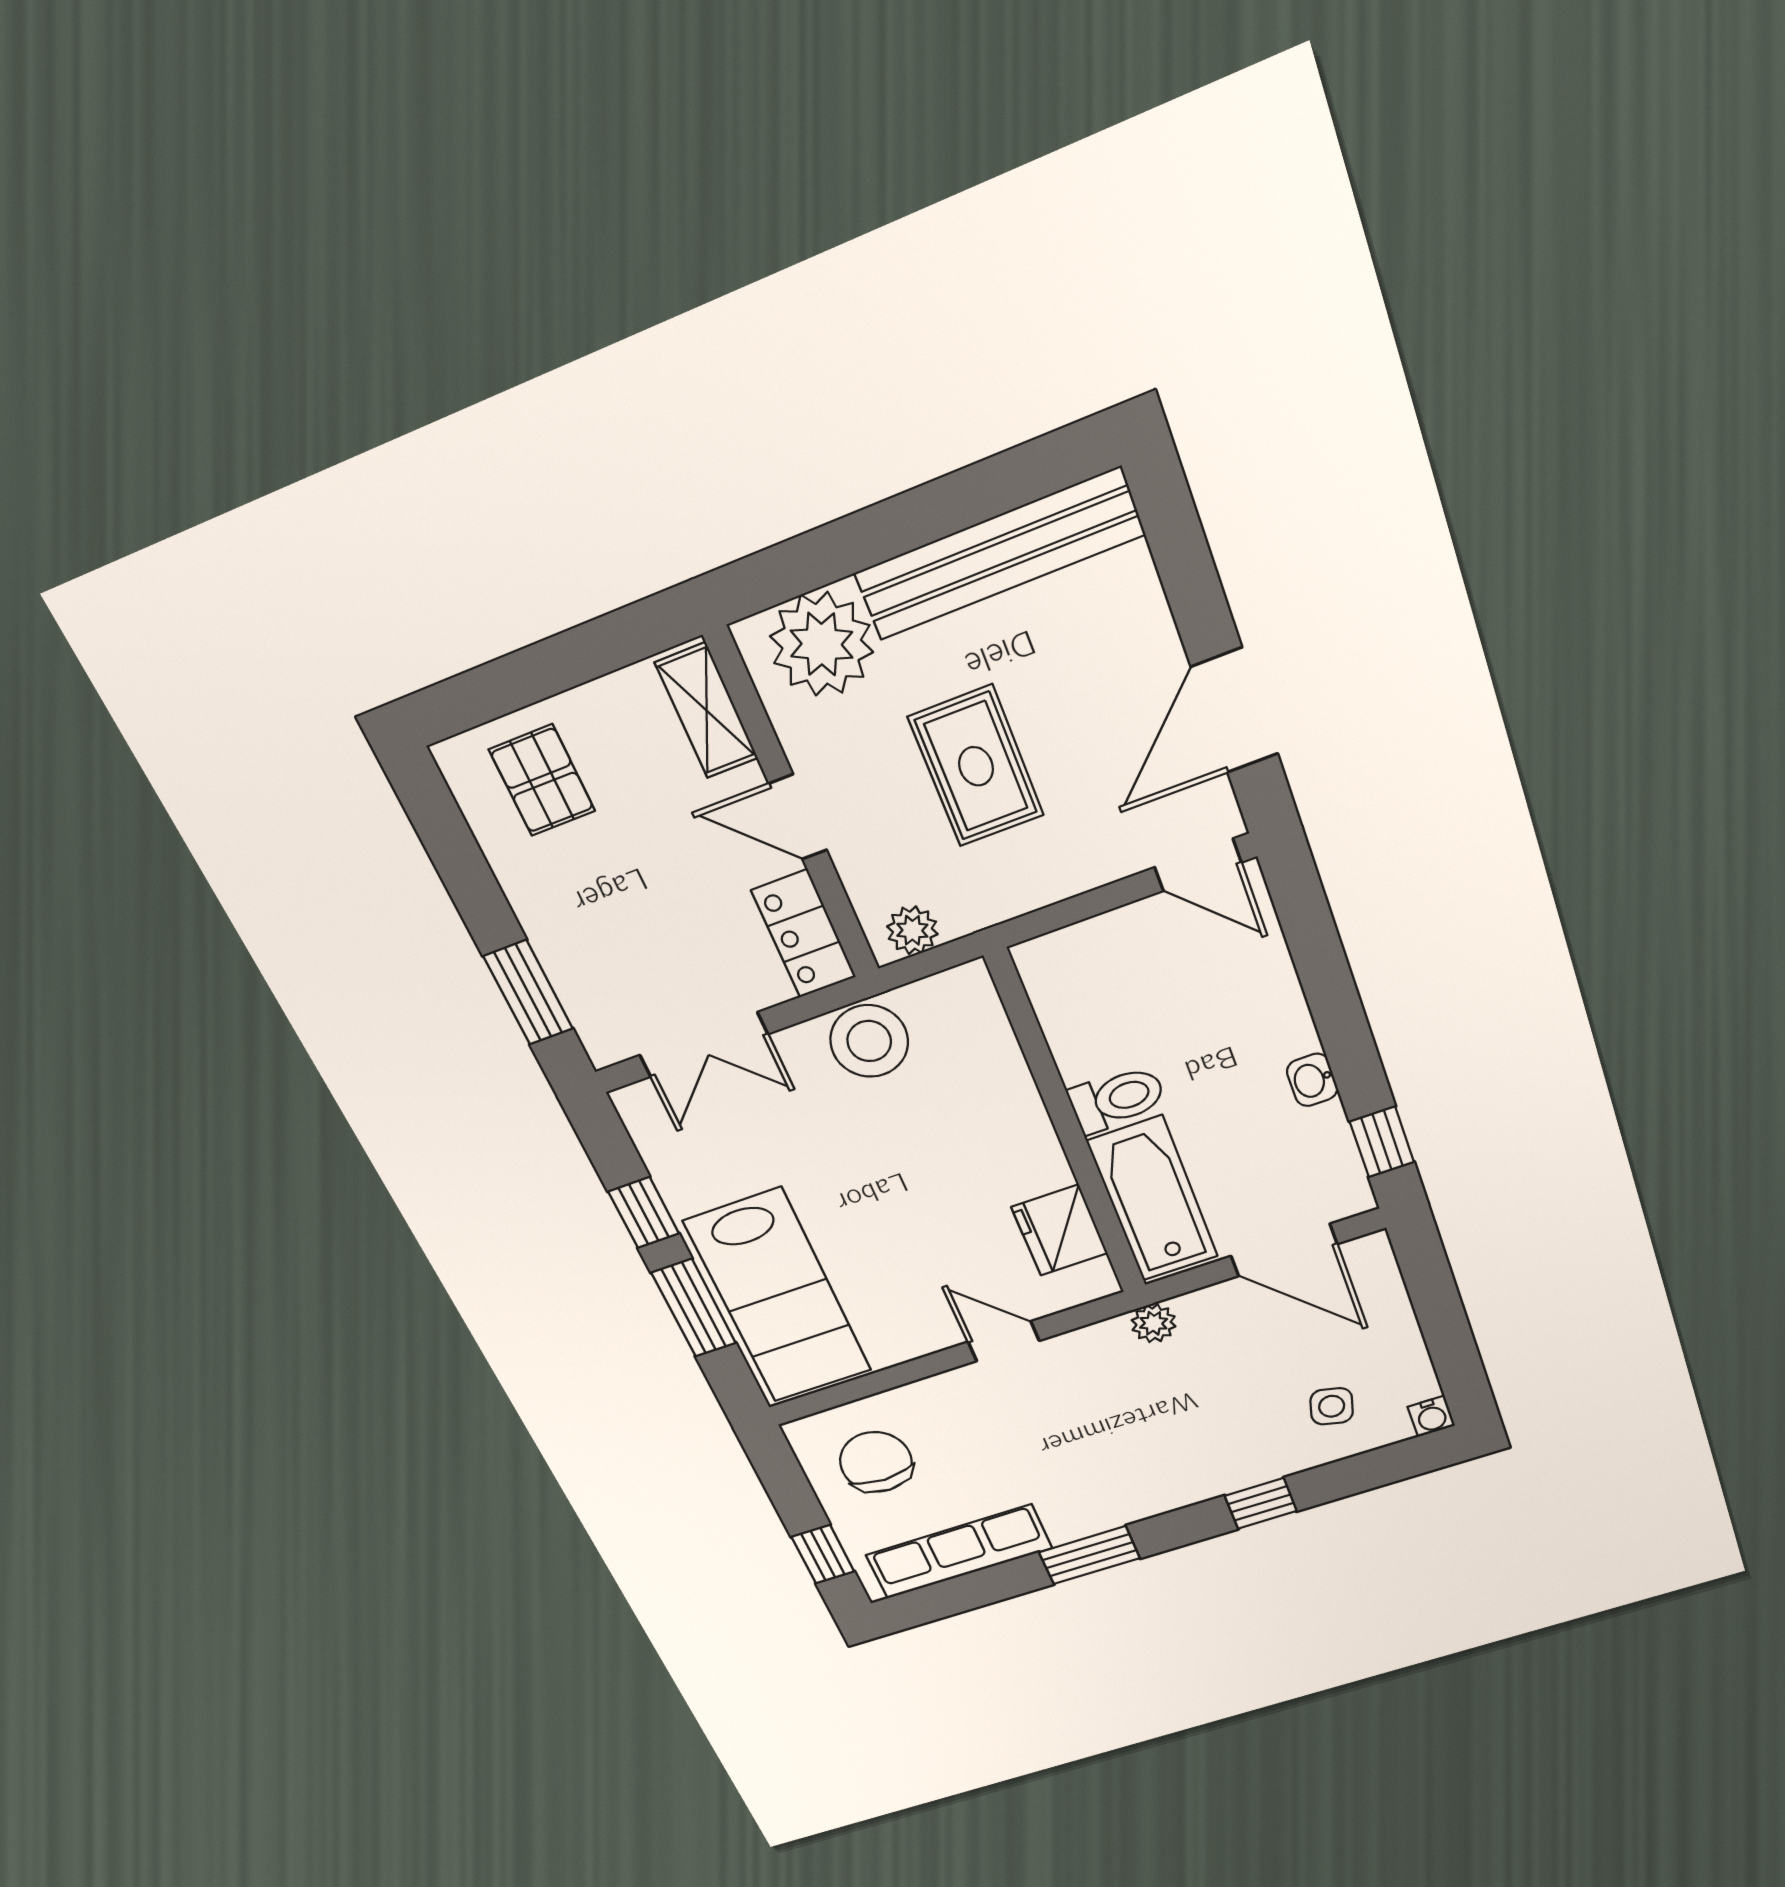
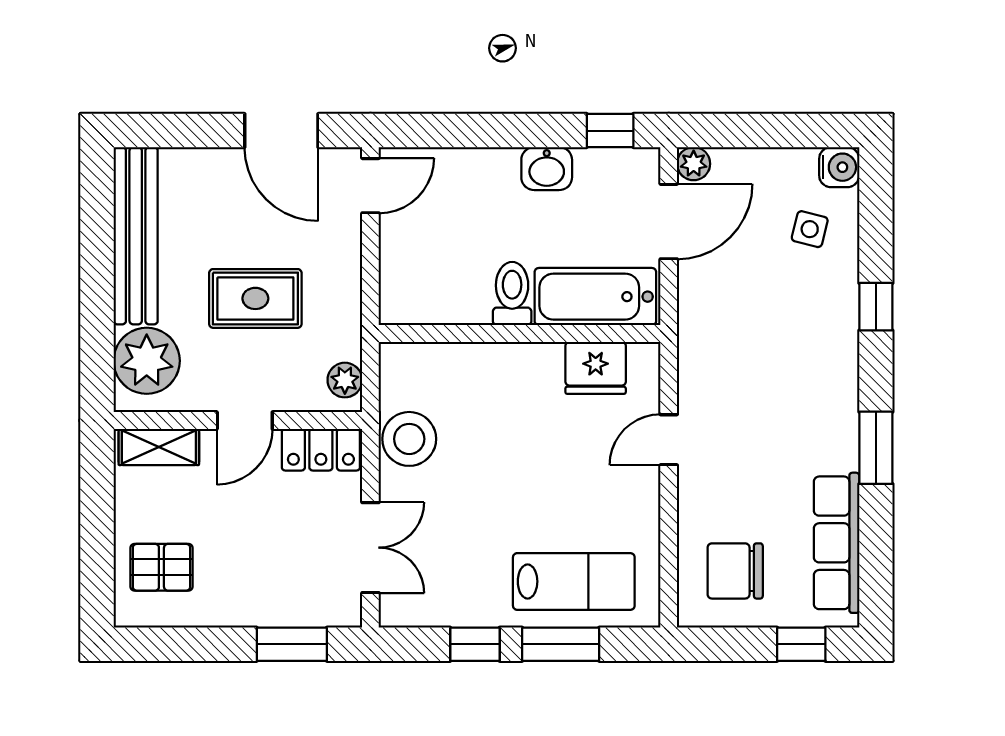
washbasin: (1312, 1080) -> (547, 169), width x1.38, depth x1.45
lab bench: (778, 1296) -> (574, 581), width x0.73, depth x0.72
plant: (1154, 1323) -> (694, 164), moved
water cooler: (1431, 1416) -> (839, 167), width x1.38, depth x1.38

